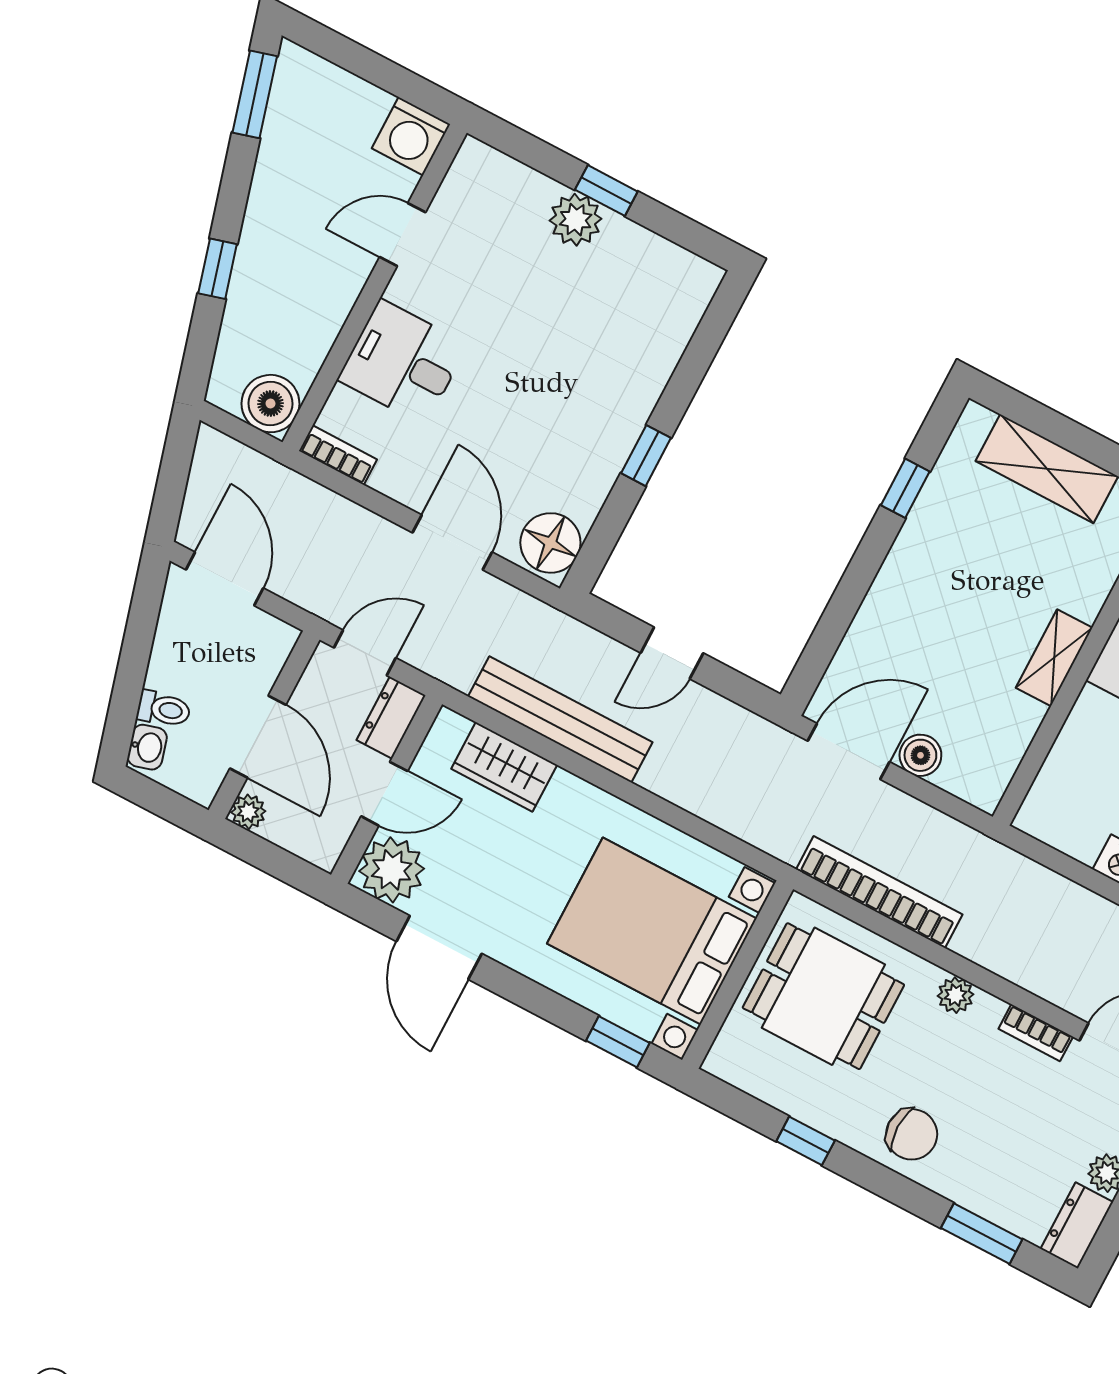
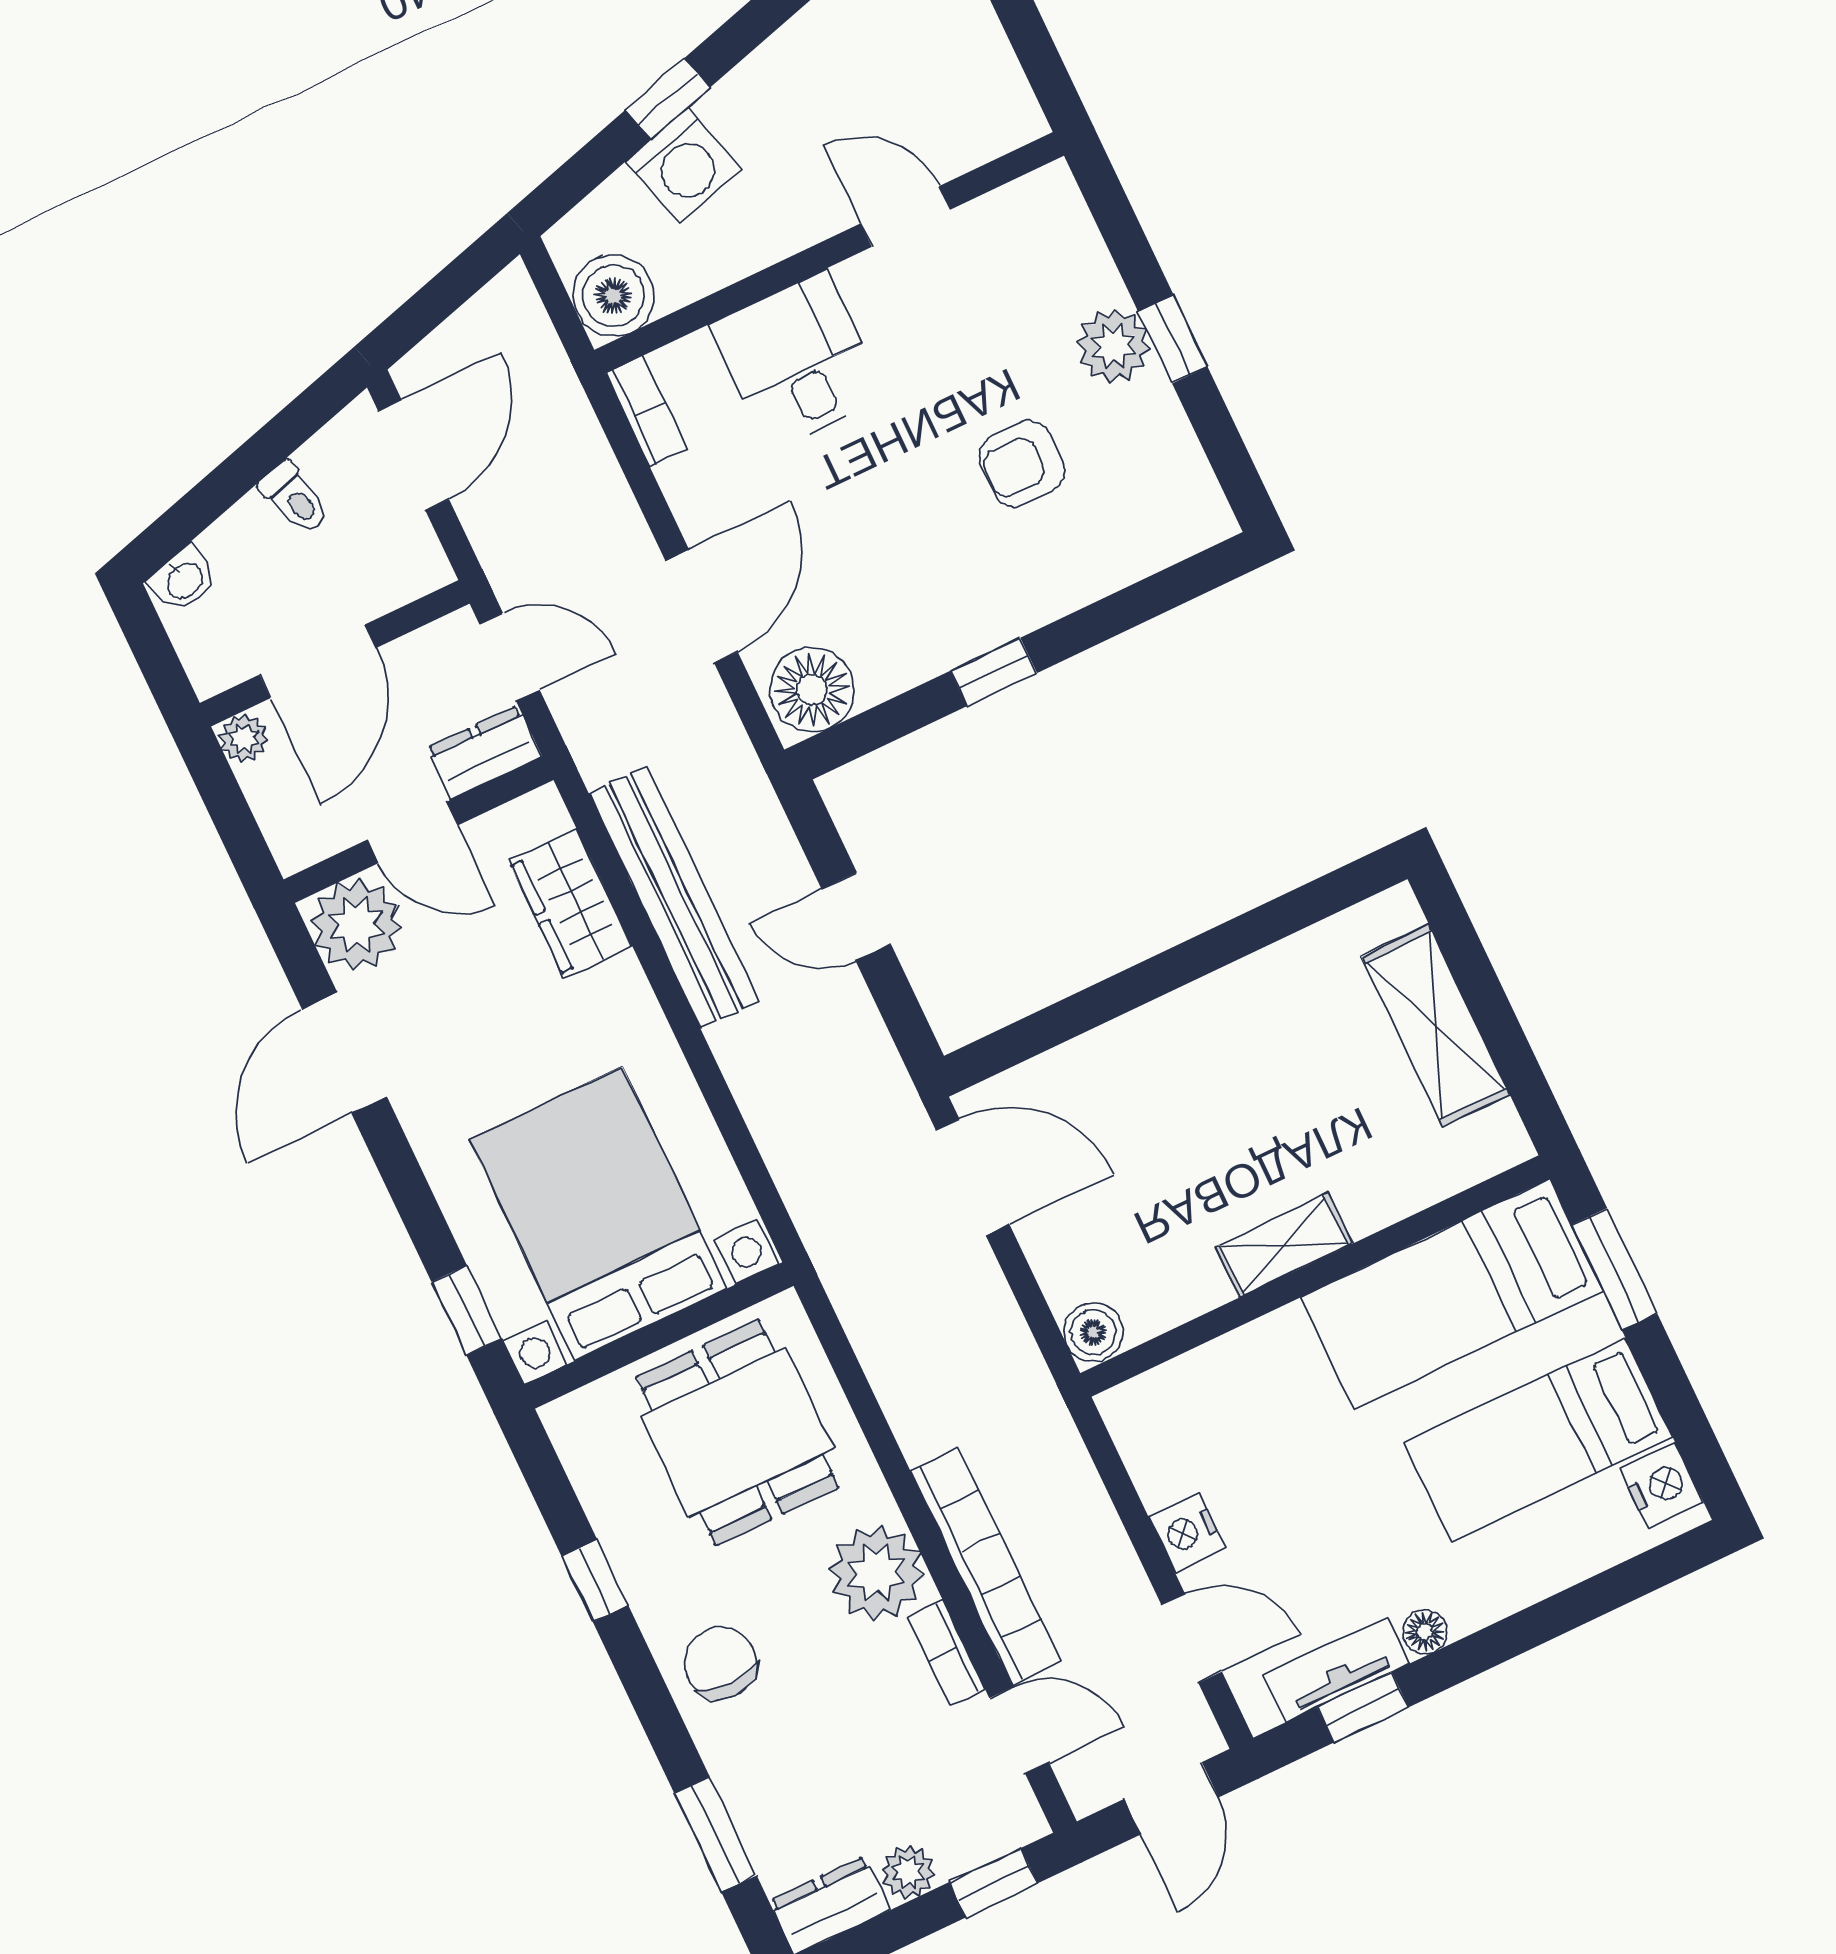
washing machine: (411, 136) -> (684, 165), moved, turned -106
armchair: (574, 325) -> (1022, 464), added
window: (905, 488) -> (1259, 928), removed
toilet: (164, 709) -> (295, 498), moved
boiler: (920, 755) -> (1093, 1332), moved
bookcase: (879, 892) -> (985, 1566), moved
plant: (956, 995) -> (877, 1573), width x1.88, depth x1.88
chair: (912, 1134) -> (720, 1663), turned 180

